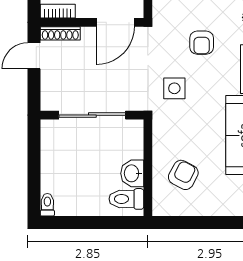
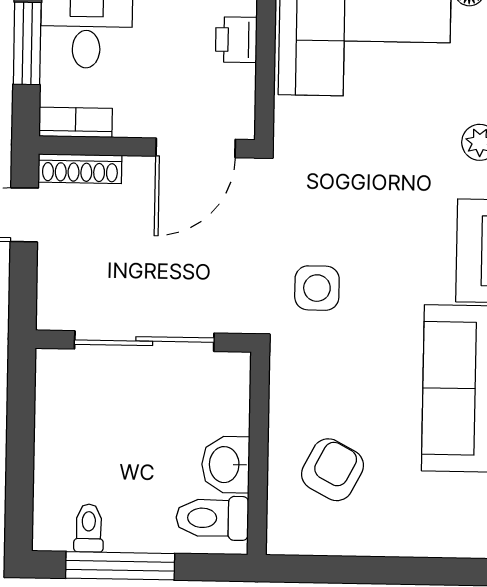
armchair: (202, 43) -> (376, 193), removed
toilet: (47, 205) -> (89, 528), moved
window: (83, 223) -> (120, 566), added

